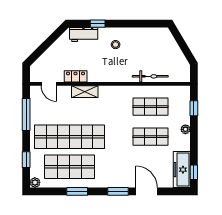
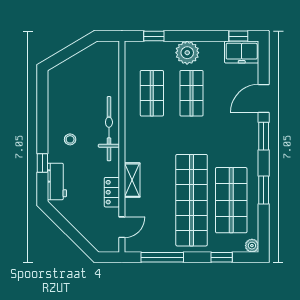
bicycle: (150, 76) -> (109, 129), moved, width x1.37, depth x1.40
plant: (185, 129) -> (187, 53), width x1.87, depth x1.87
freezer: (182, 170) -> (242, 52), width x0.71

